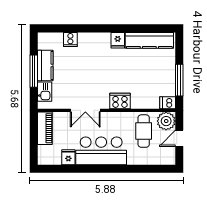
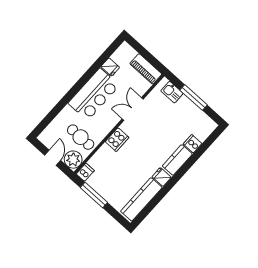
kitchen counter: (45, 65) -> (177, 160), moved, turned 90

